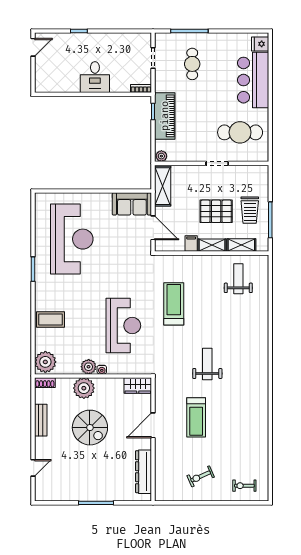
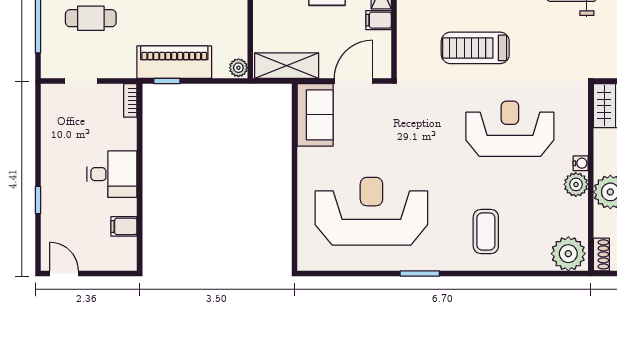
filing cabinet: (62, 85) -> (124, 226), added
coffee table: (50, 320) -> (486, 232), moved

